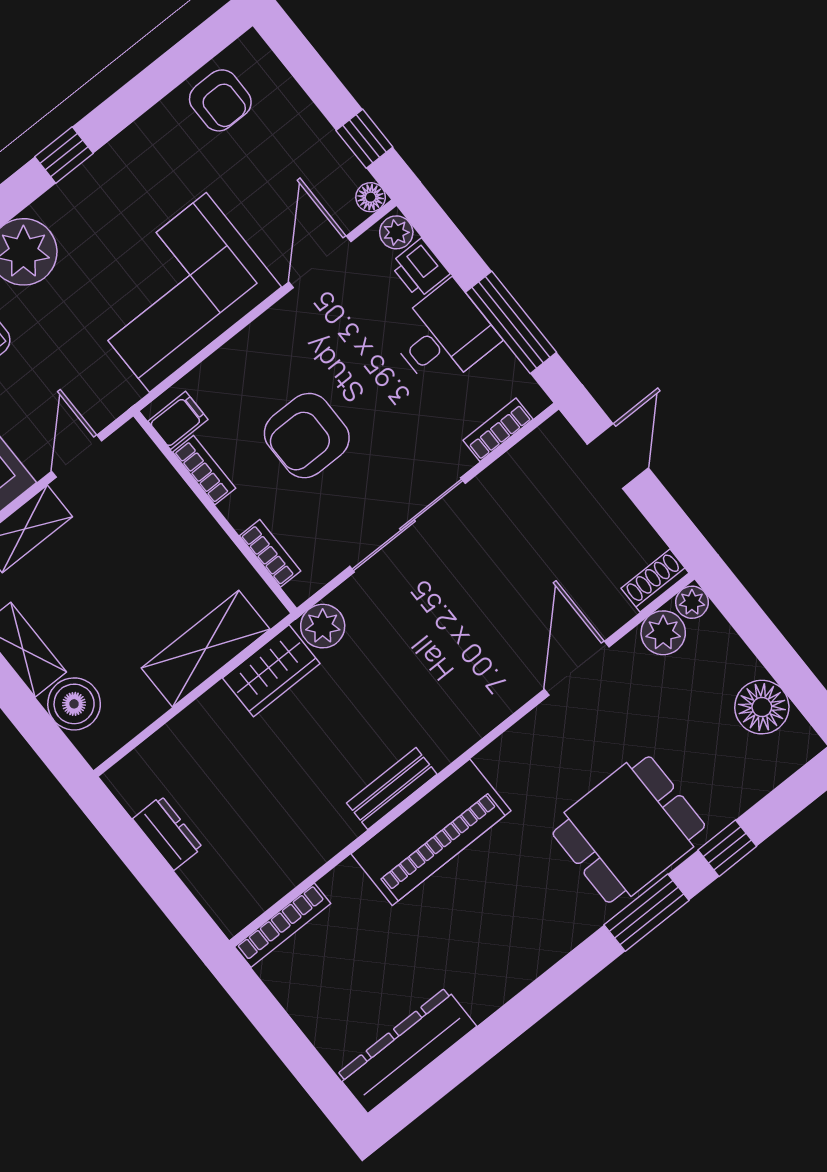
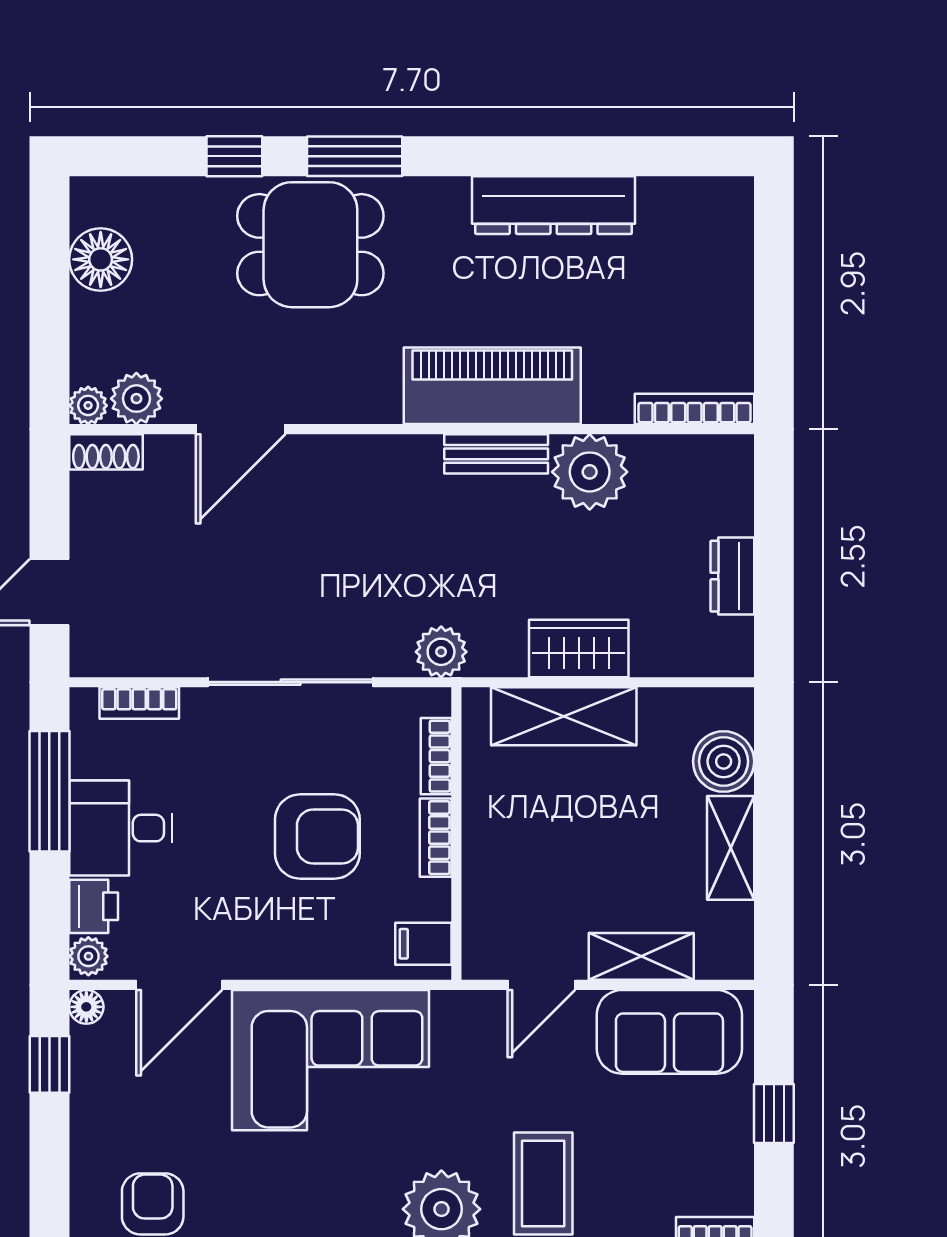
bookcase: (204, 470) -> (436, 838), moved
wardrobe: (271, 671) -> (579, 648), moved
plant: (319, 827) -> (590, 472), added
dresser: (407, 1050) -> (554, 205), moved

